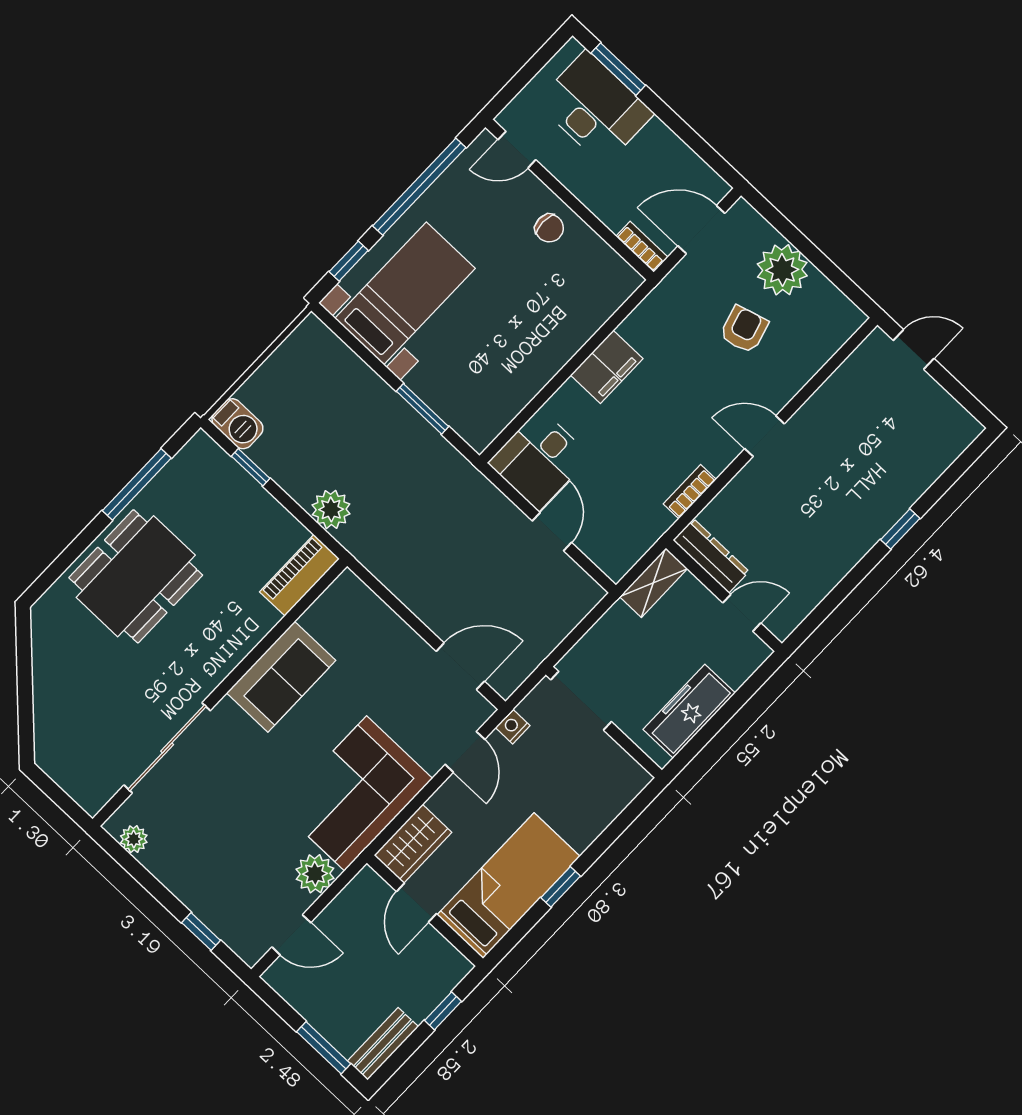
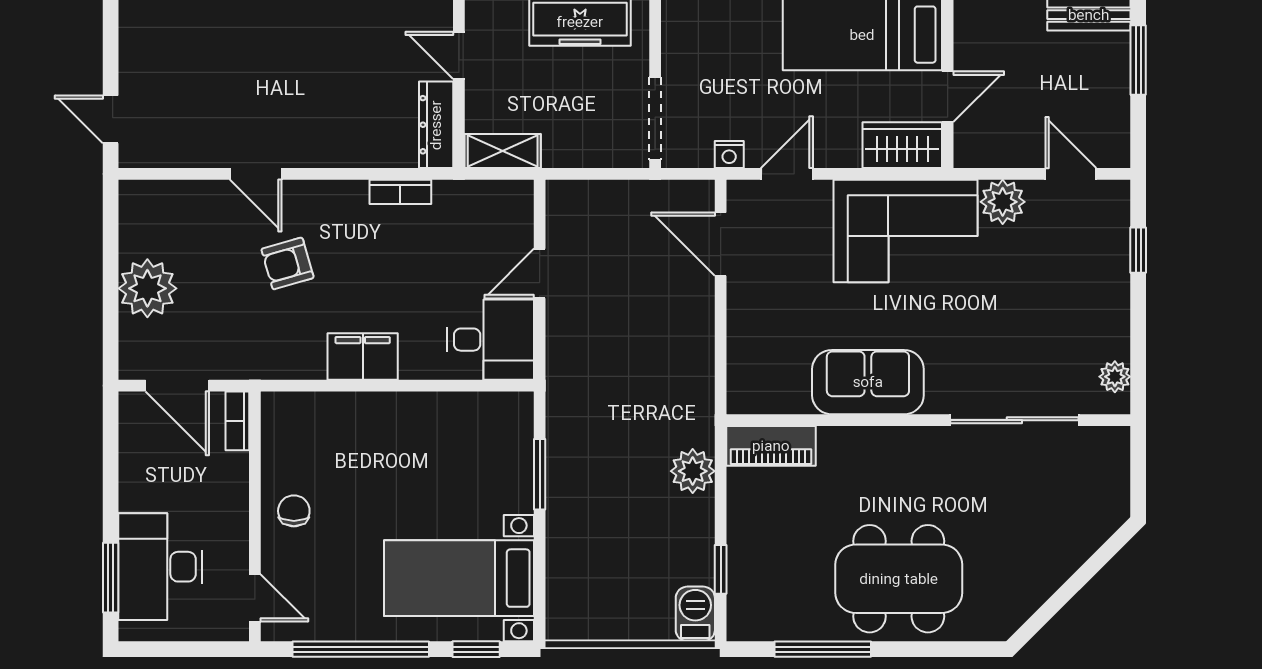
armchair: (744, 329) -> (288, 263), moved
door: (765, 436) -> (256, 174), moved

